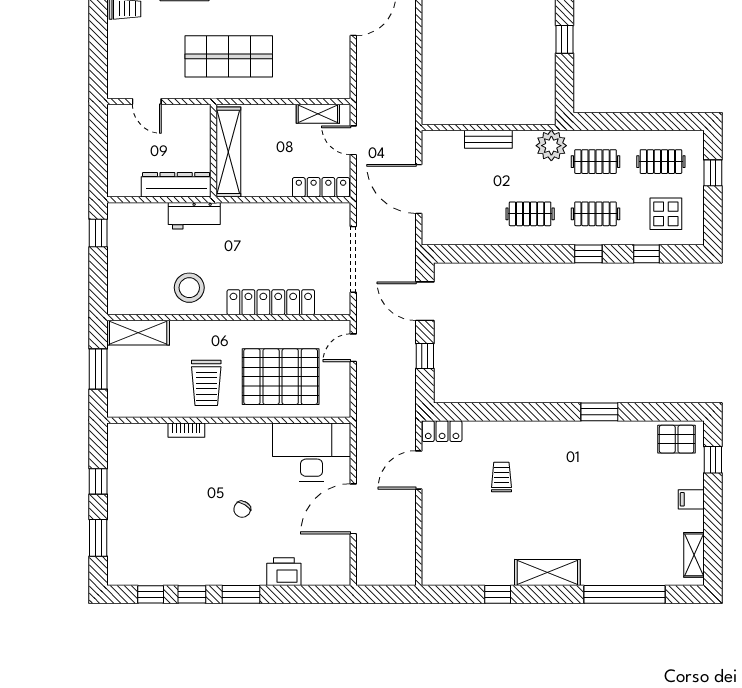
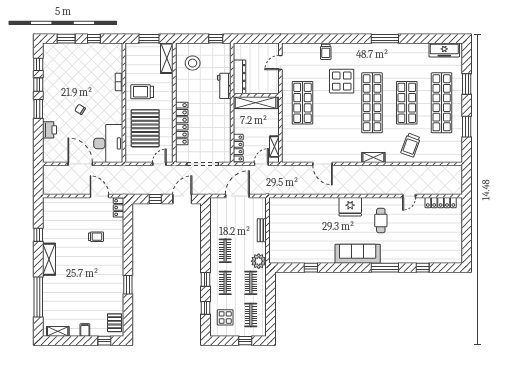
stool: (189, 288) -> (193, 63), moved
door: (353, 348) -> (159, 164), hinge flipped

